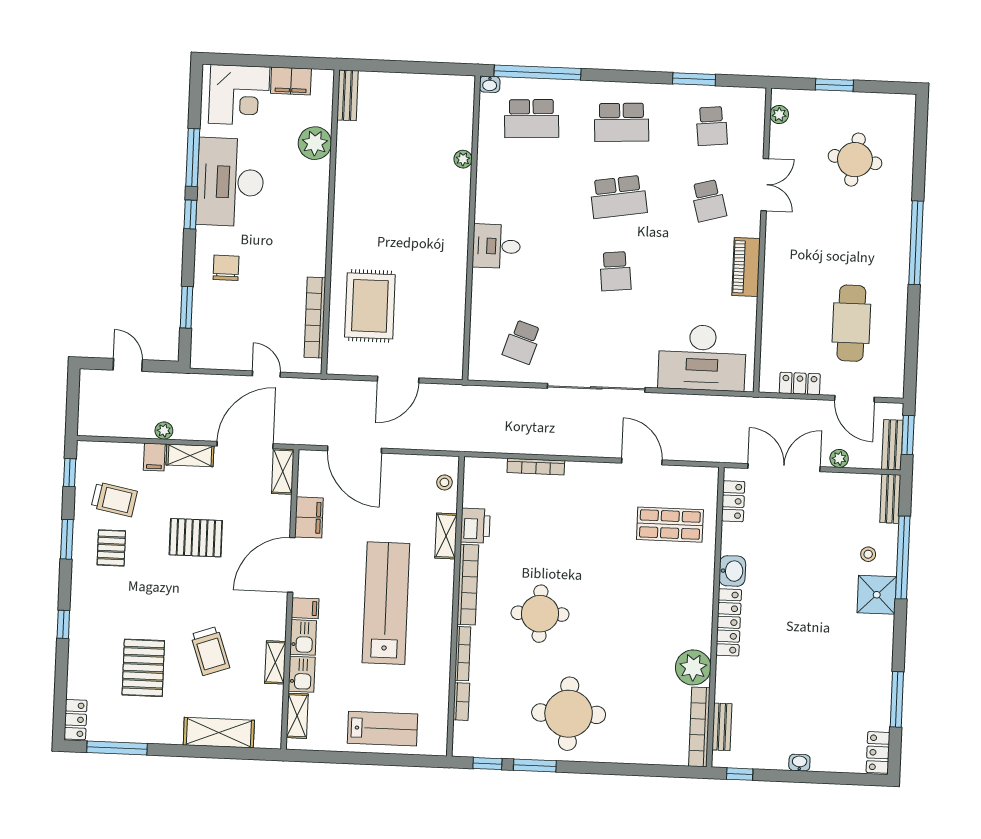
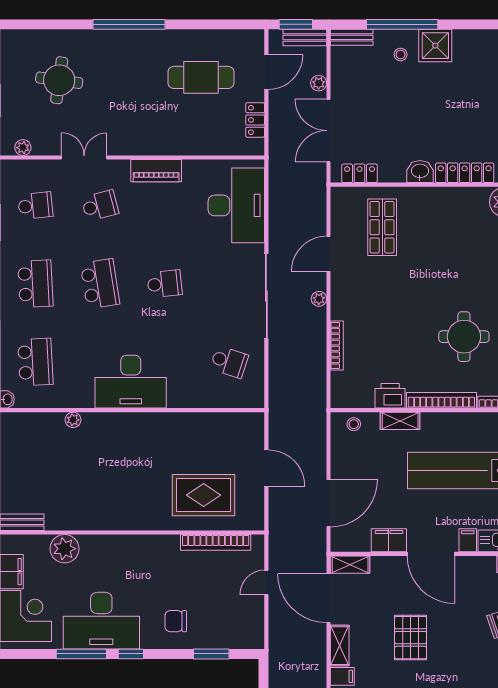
desk: (496, 246) -> (131, 382), width x1.87, depth x1.30
plant: (164, 431) -> (319, 299), moved

